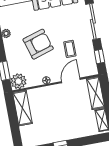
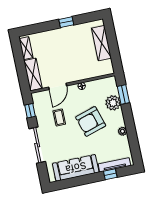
plant: (18, 81) -> (113, 103), moved
shelving: (22, 108) -> (101, 43), moved

